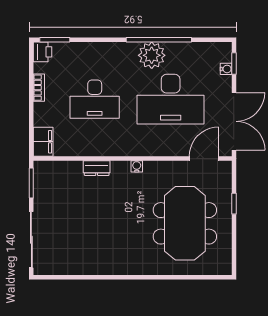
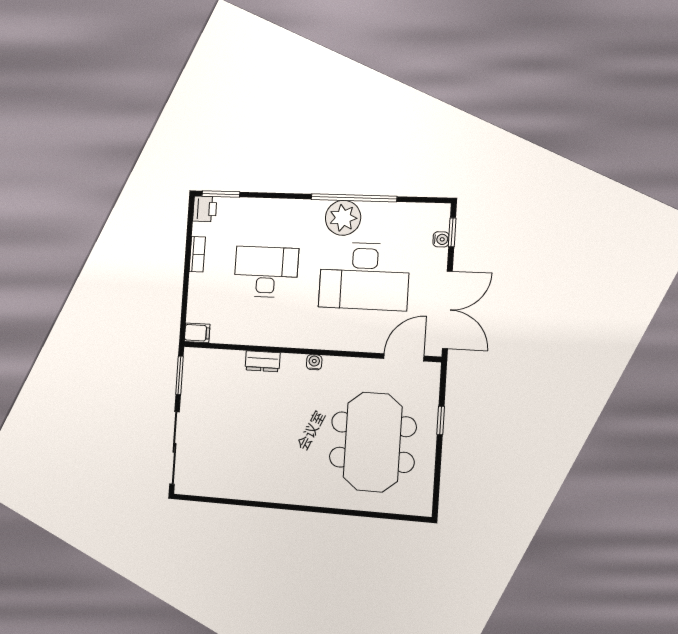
desk: (95, 99) -> (266, 272), turned 180
filing cabinet: (43, 142) -> (197, 333), width x0.50

